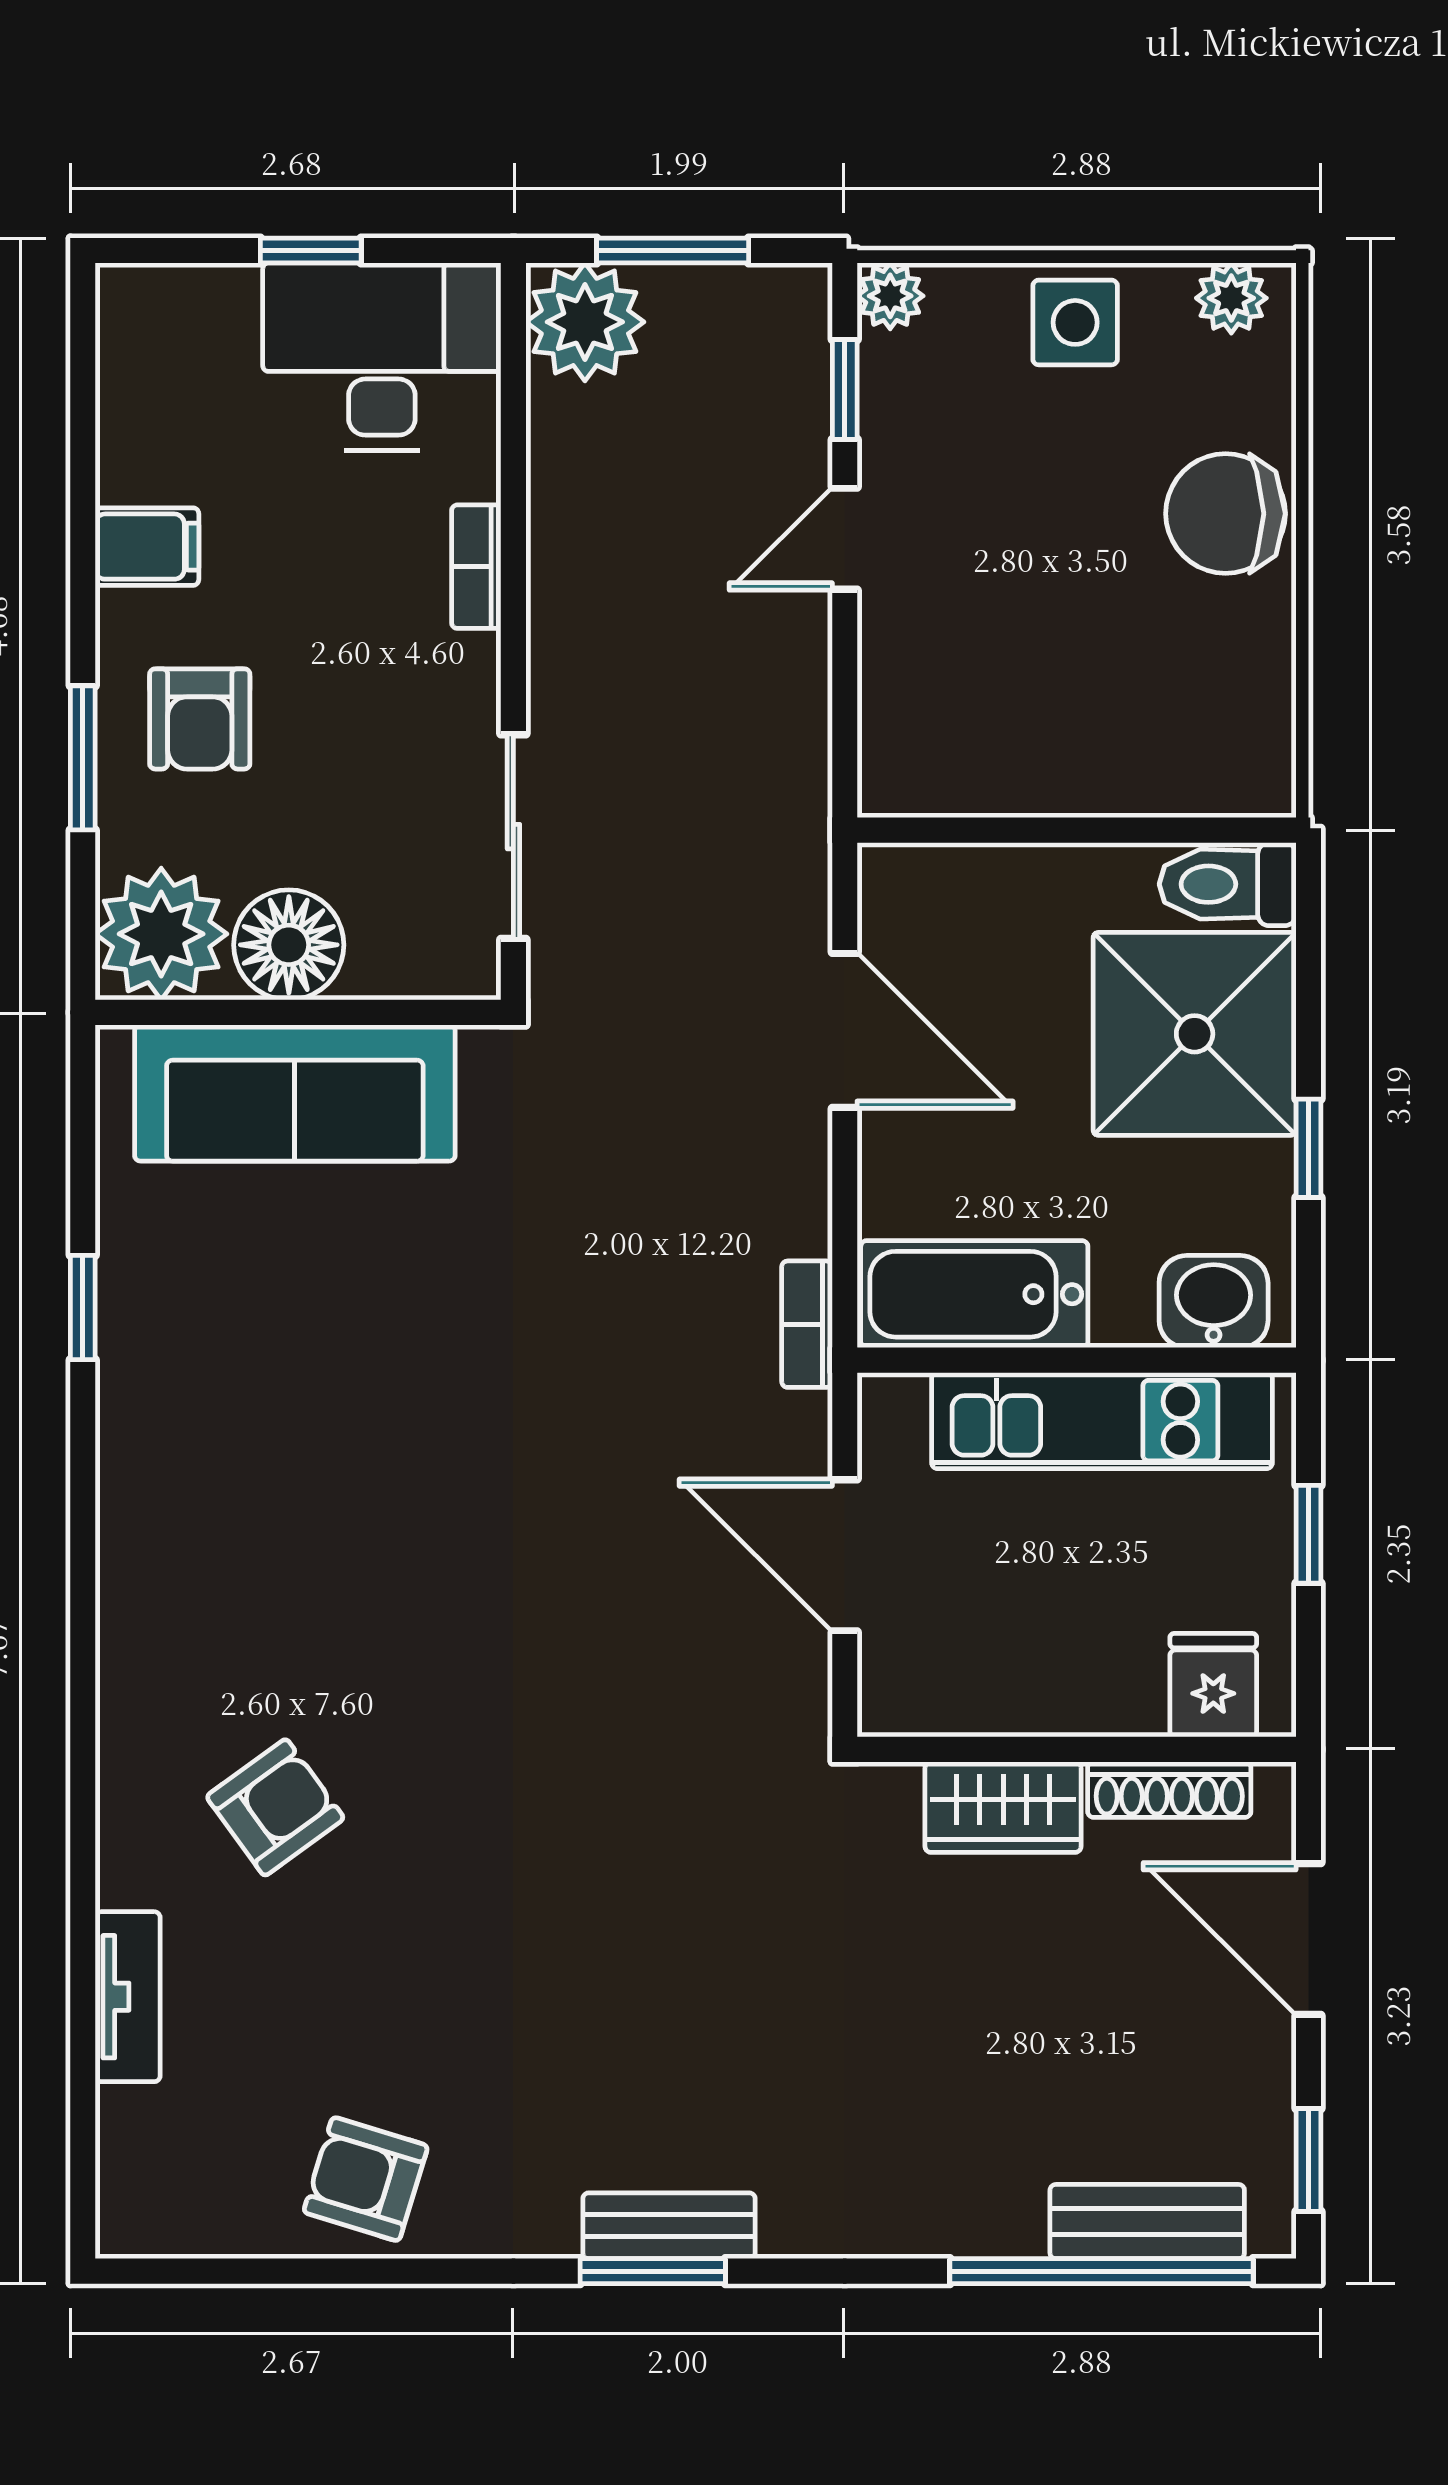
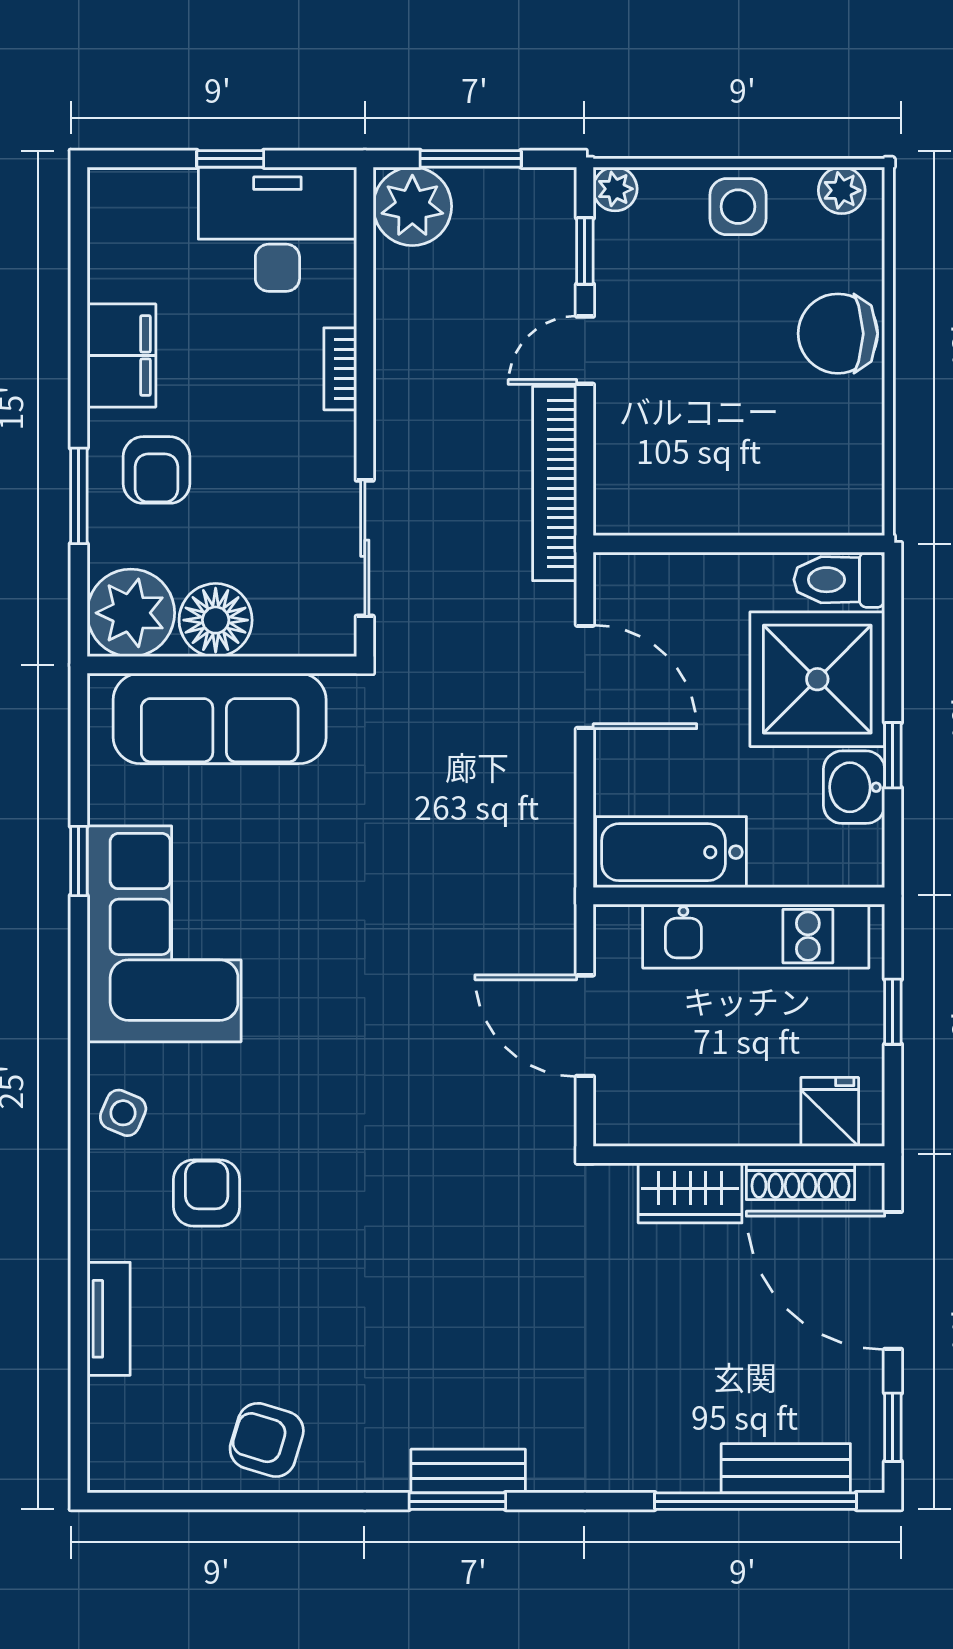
filing cabinet: (147, 547) -> (121, 356), width x2.00
washbasin: (1214, 1302) -> (854, 787), moved, turned -90
bookcase: (807, 1324) -> (555, 484), moved, width x2.31, depth x1.31
corner sofa: (211, 1417) -> (164, 934), added
side table: (149, 1687) -> (123, 1113), added
armchair: (275, 1807) -> (207, 1193), turned -54
door: (1308, 1939) -> (893, 1280), width x1.36

